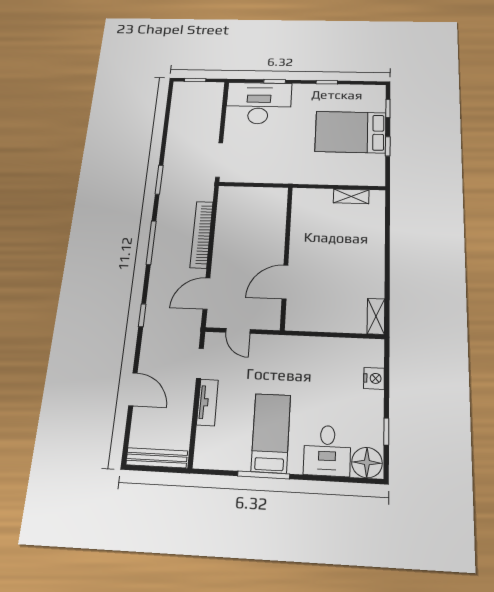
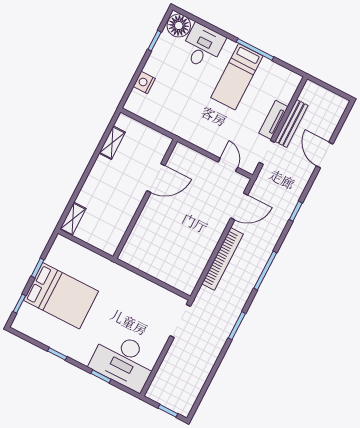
shelving: (351, 196) -> (73, 219), moved, turned 90
wall: (286, 257) -> (145, 199), moved
door: (285, 282) -> (156, 178), moved
shelving: (376, 316) -> (112, 143), moved
bench: (157, 458) -> (291, 123), moved, turned 90

